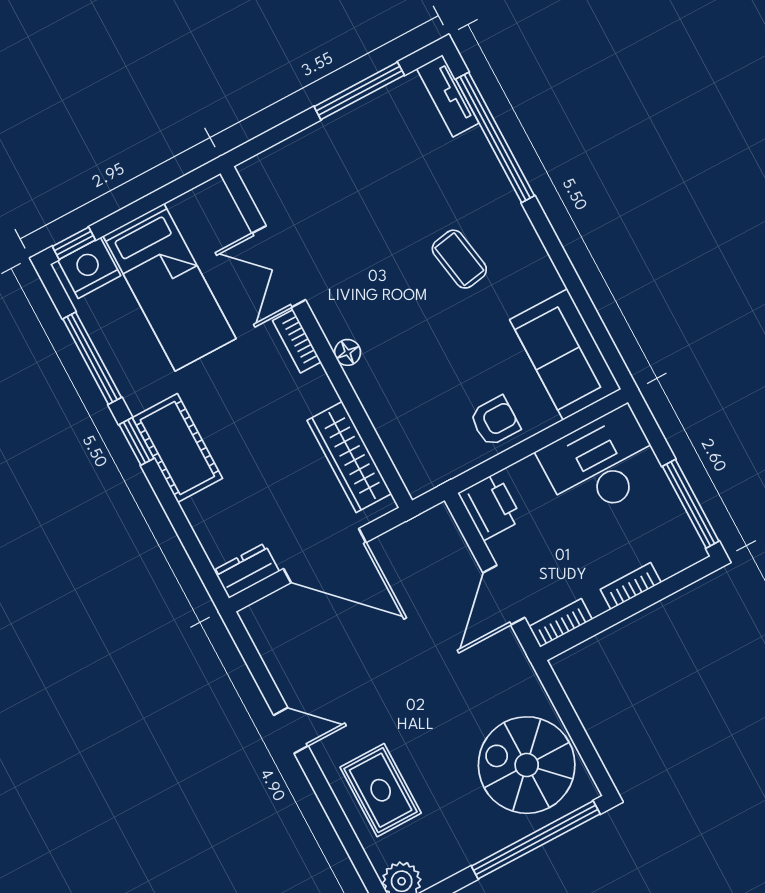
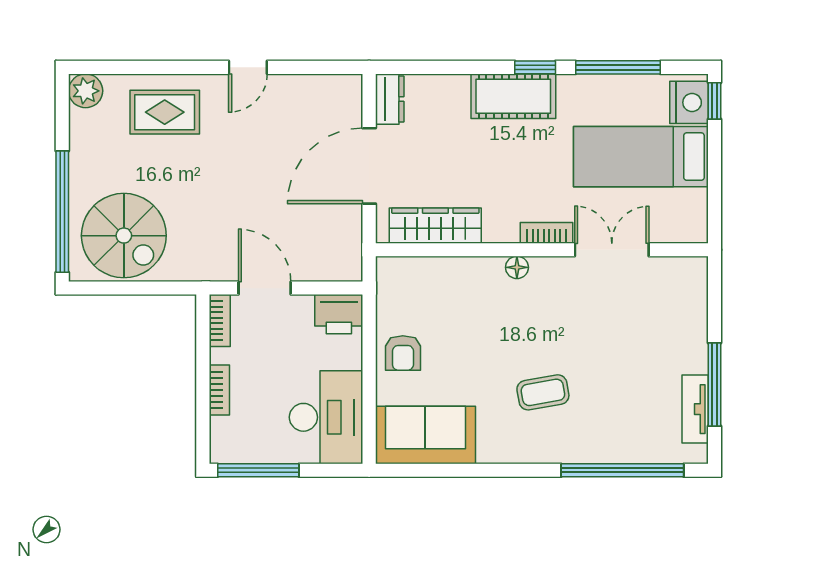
tv unit: (448, 96) -> (695, 409), moved, turned -90
spiral stairs: (527, 765) -> (124, 236), turned 90

